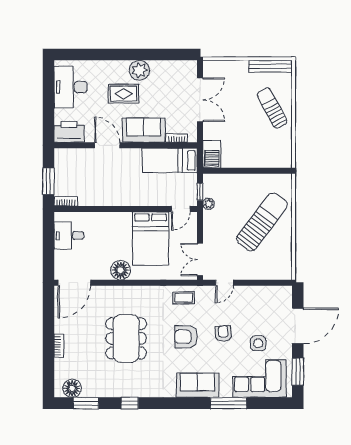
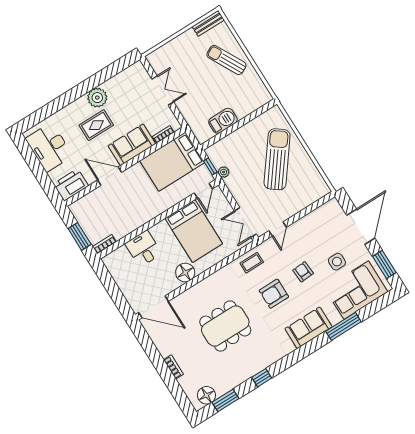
bench: (271, 66) -> (208, 23), width x0.73
double door: (200, 100) -> (163, 91), width x0.73
barbecue: (212, 154) -> (223, 121), moved, turned -90
bed: (170, 161) -> (172, 162), width x1.50
desk: (69, 236) -> (143, 249), moved, turned 90
door: (74, 283) -> (153, 307), hinge flipped
dining table: (126, 338) -> (225, 326), turned 90

